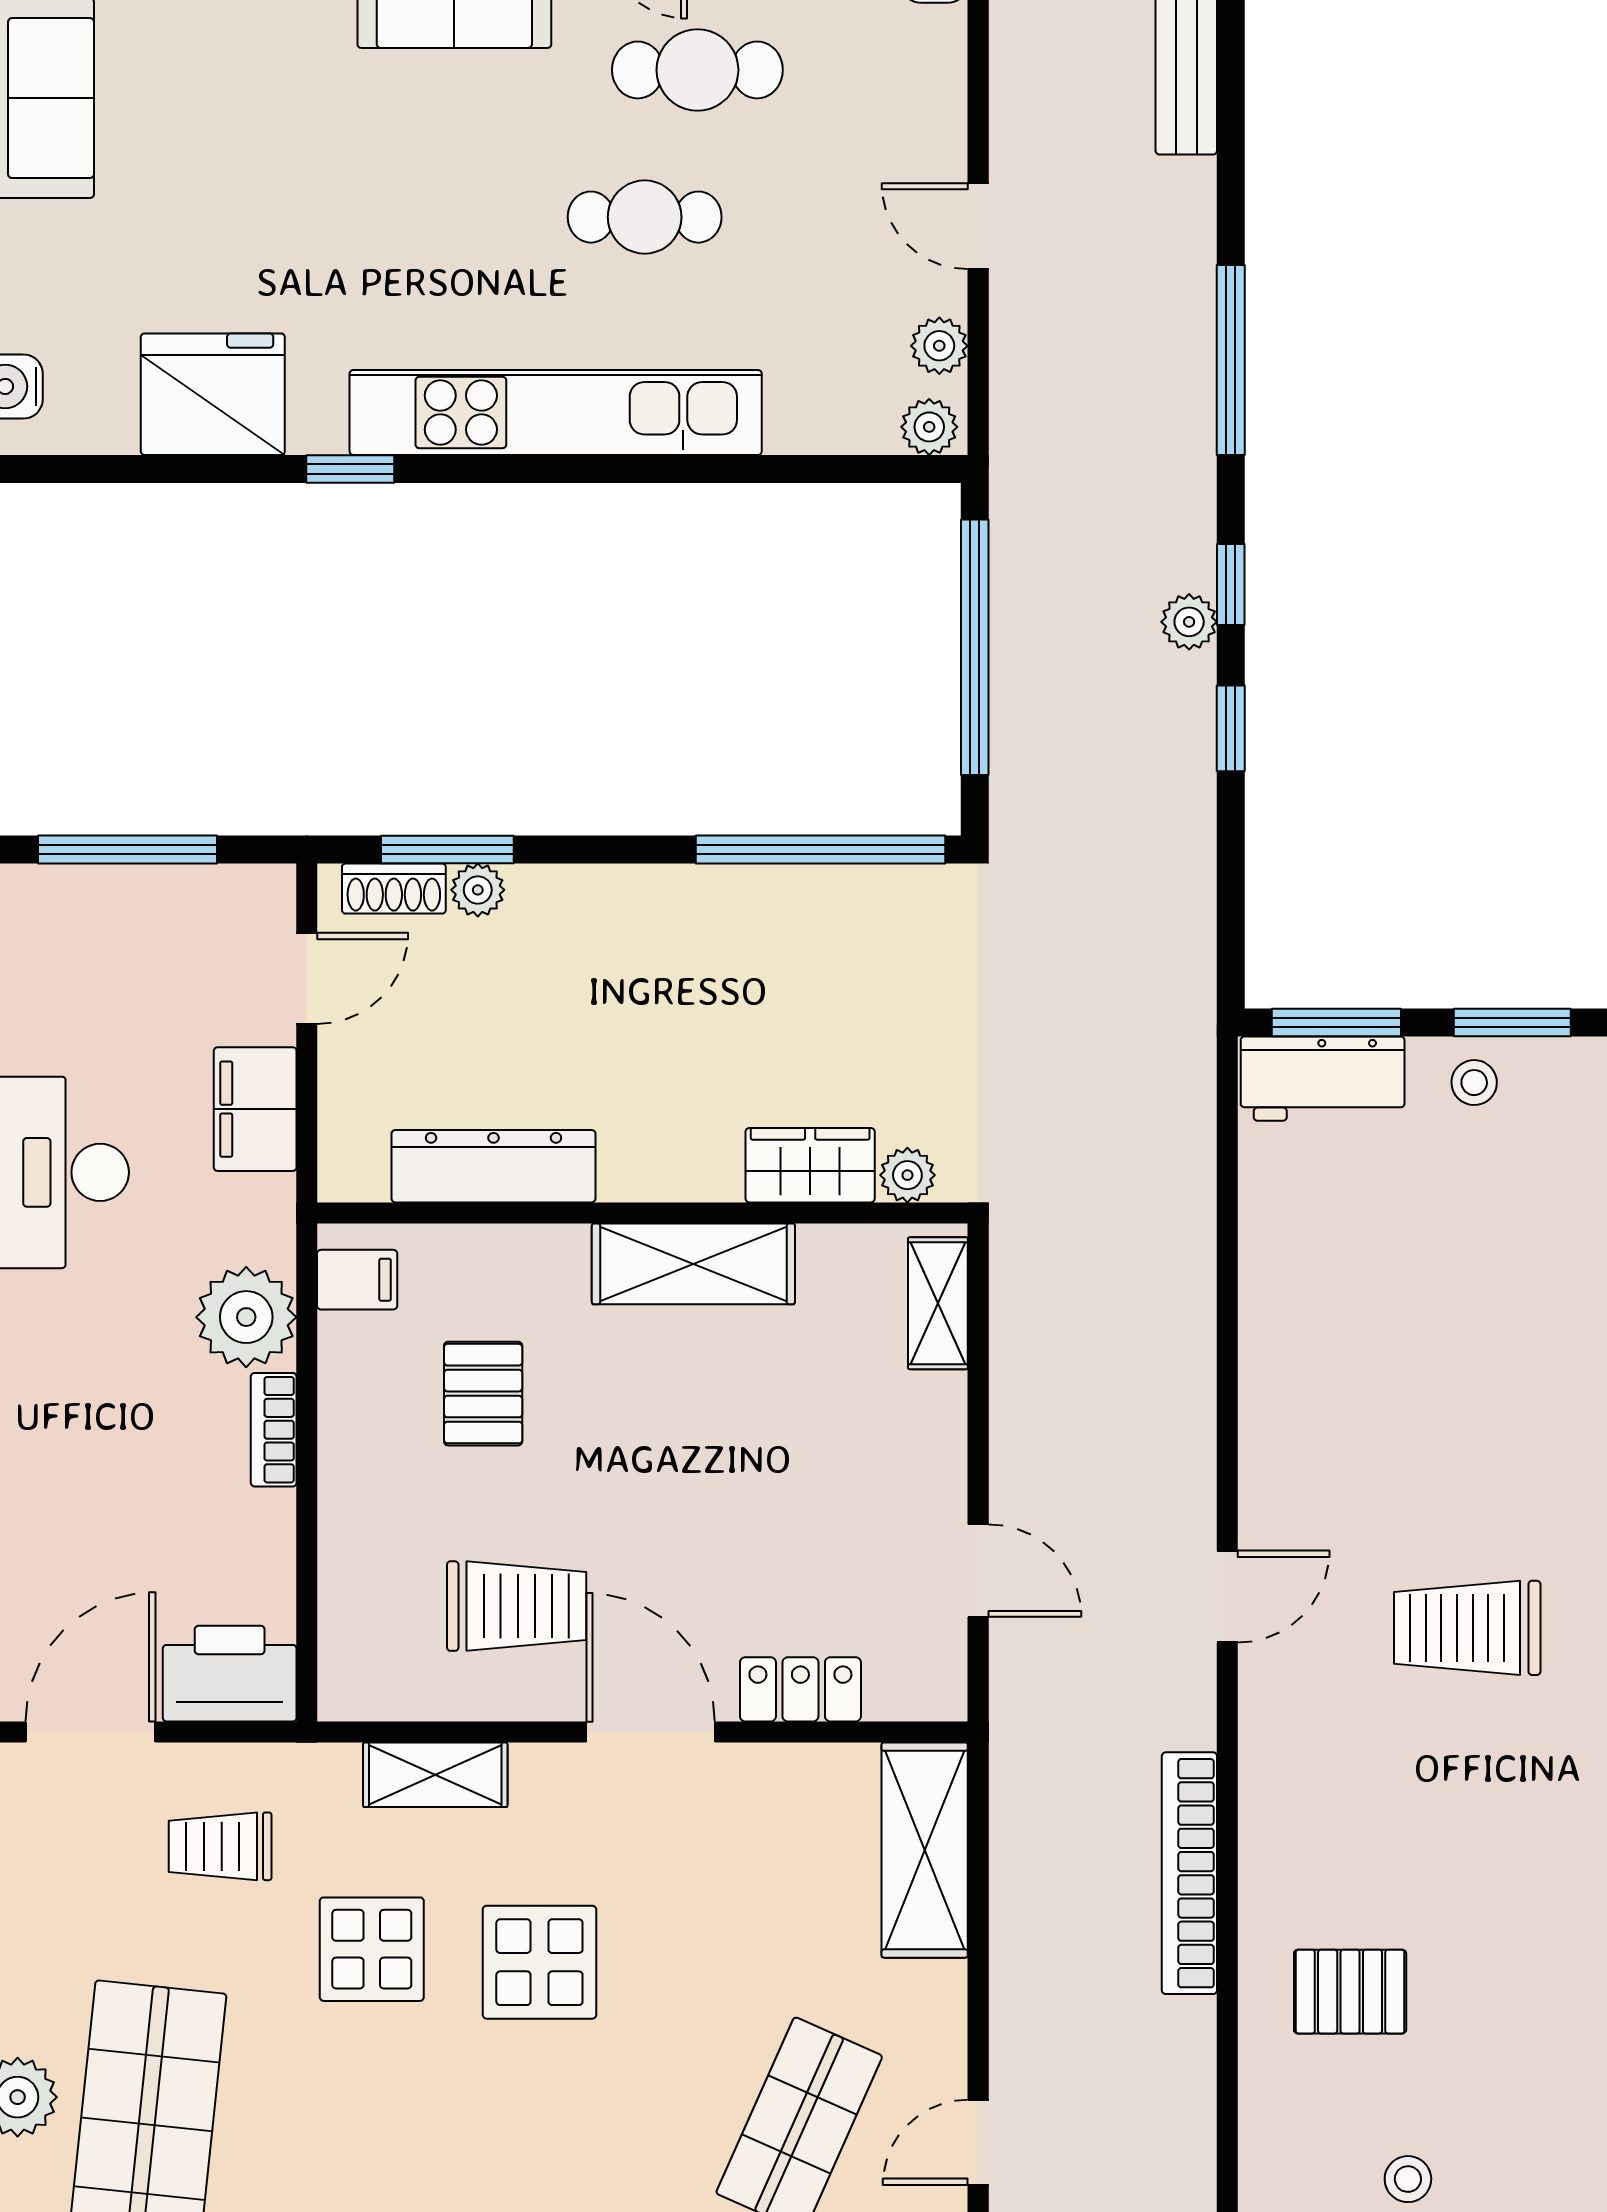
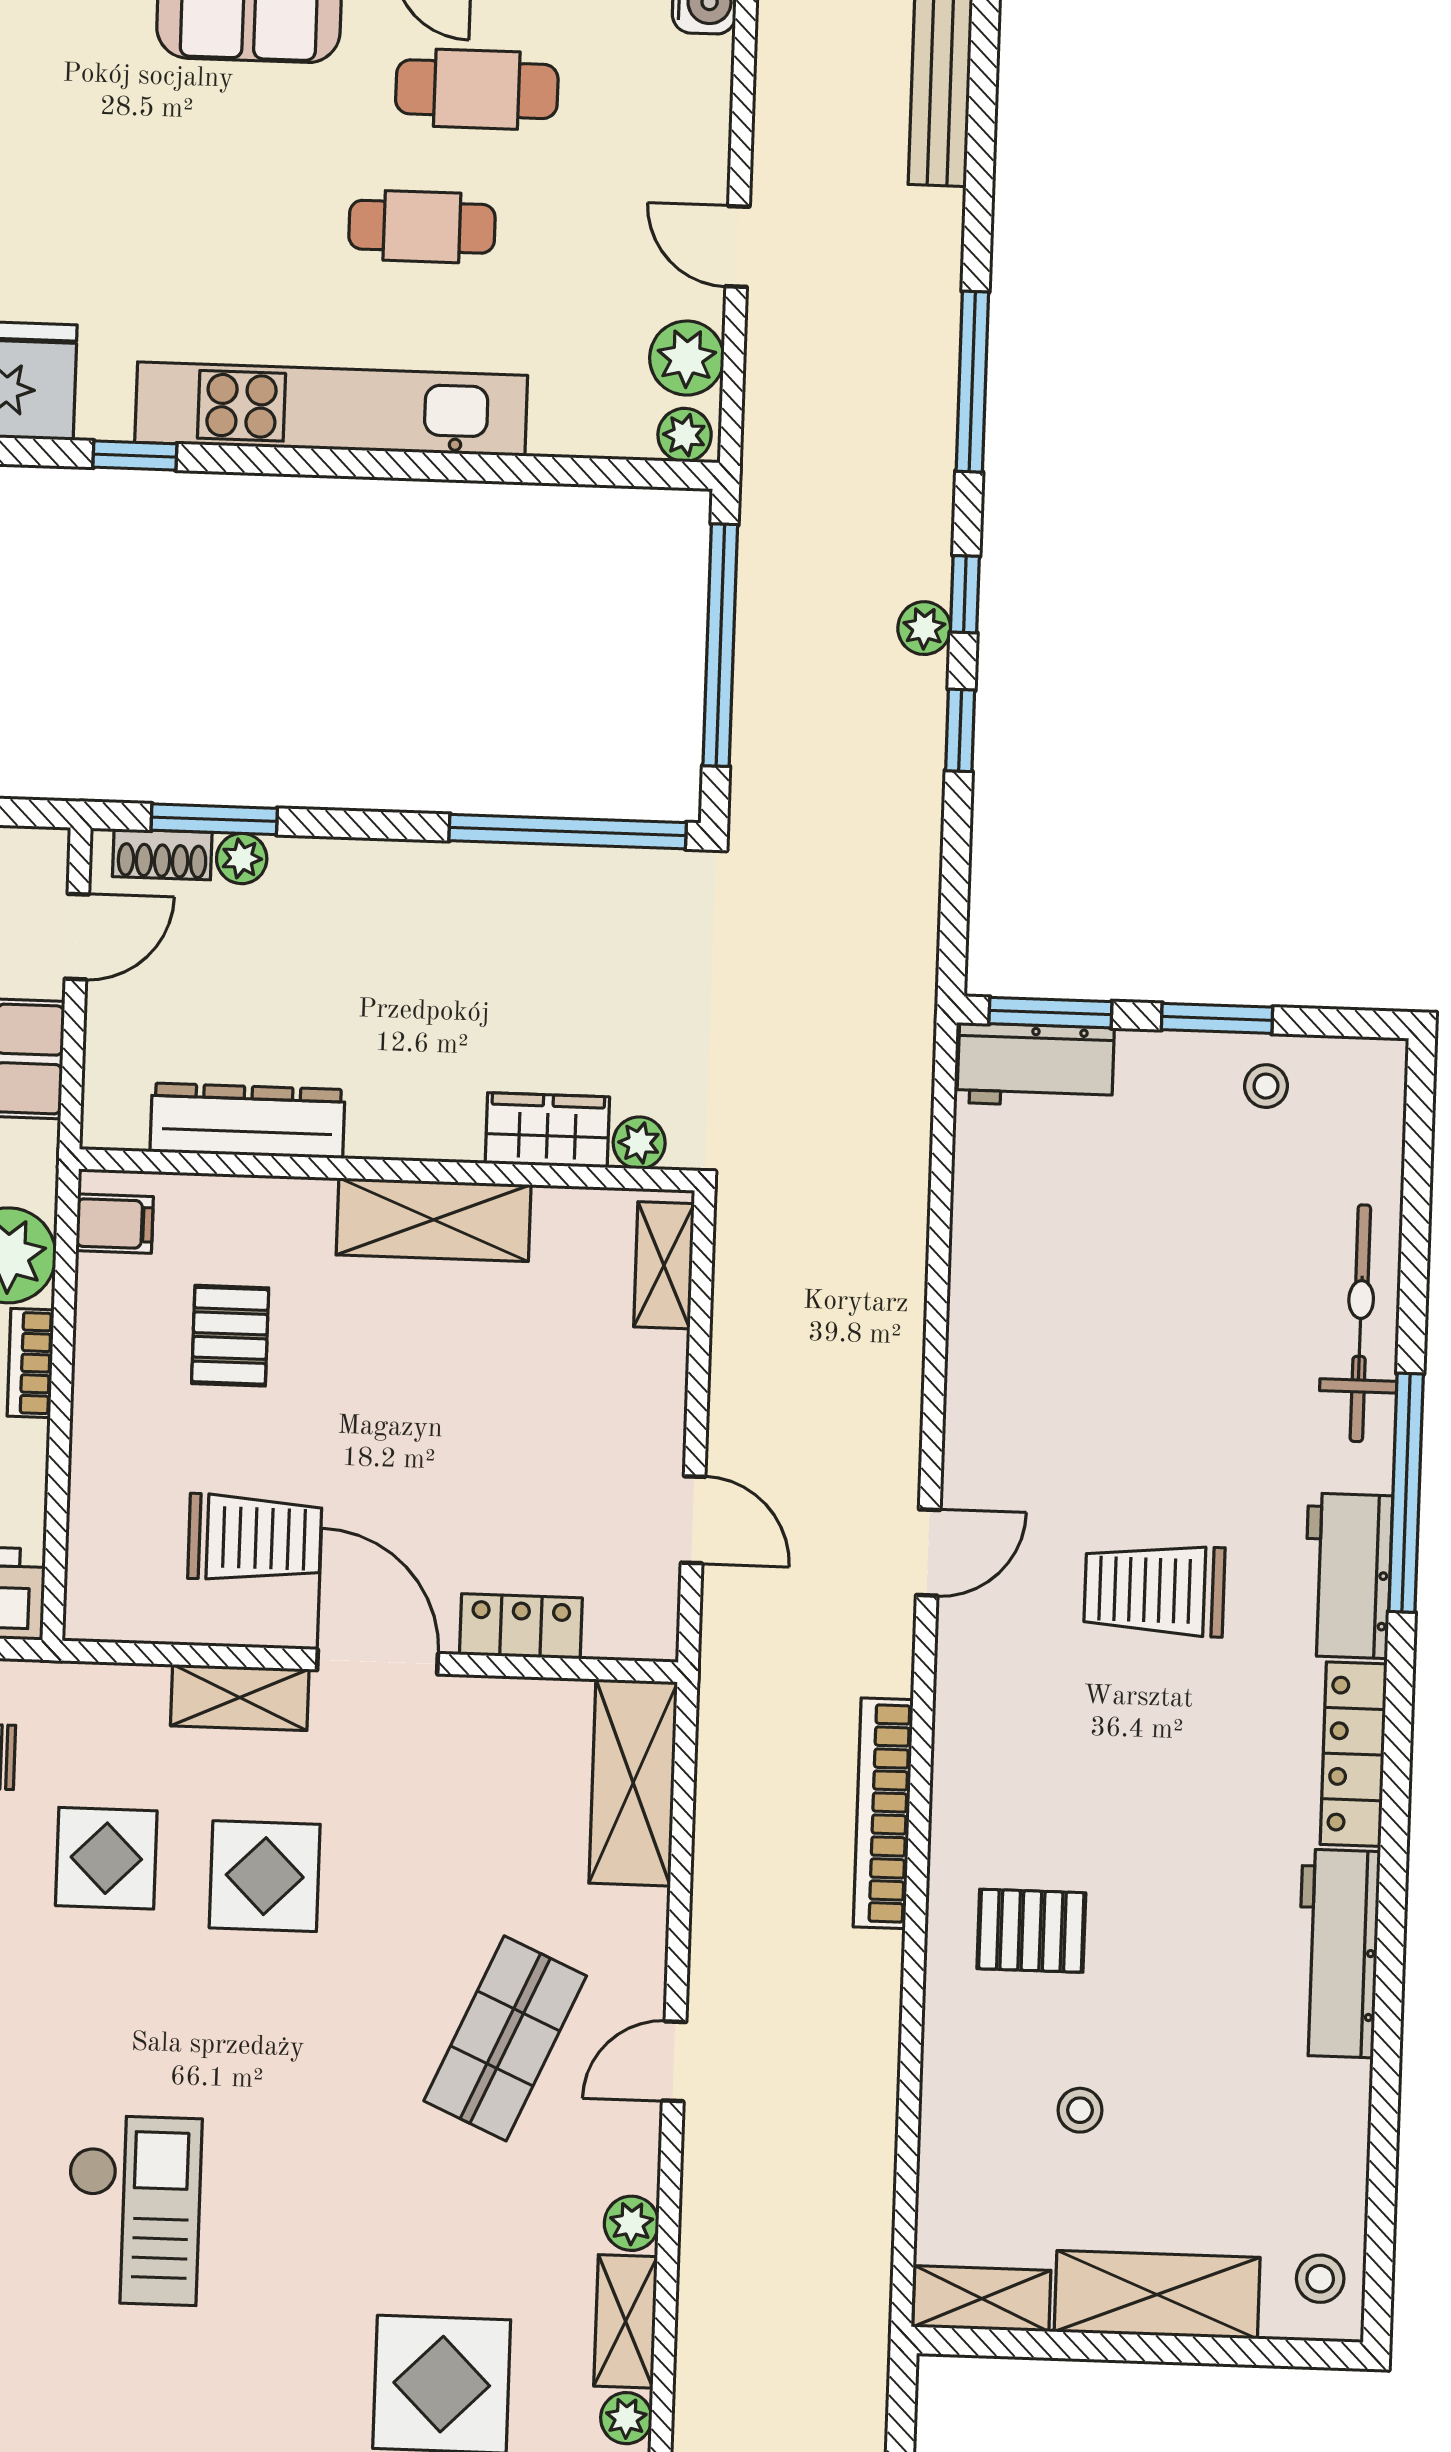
plant: (939, 346) -> (687, 358), width x1.38, depth x1.38
stool: (1474, 1083) -> (1266, 1086), moved
shelving: (435, 1775) -> (240, 1697), moved

